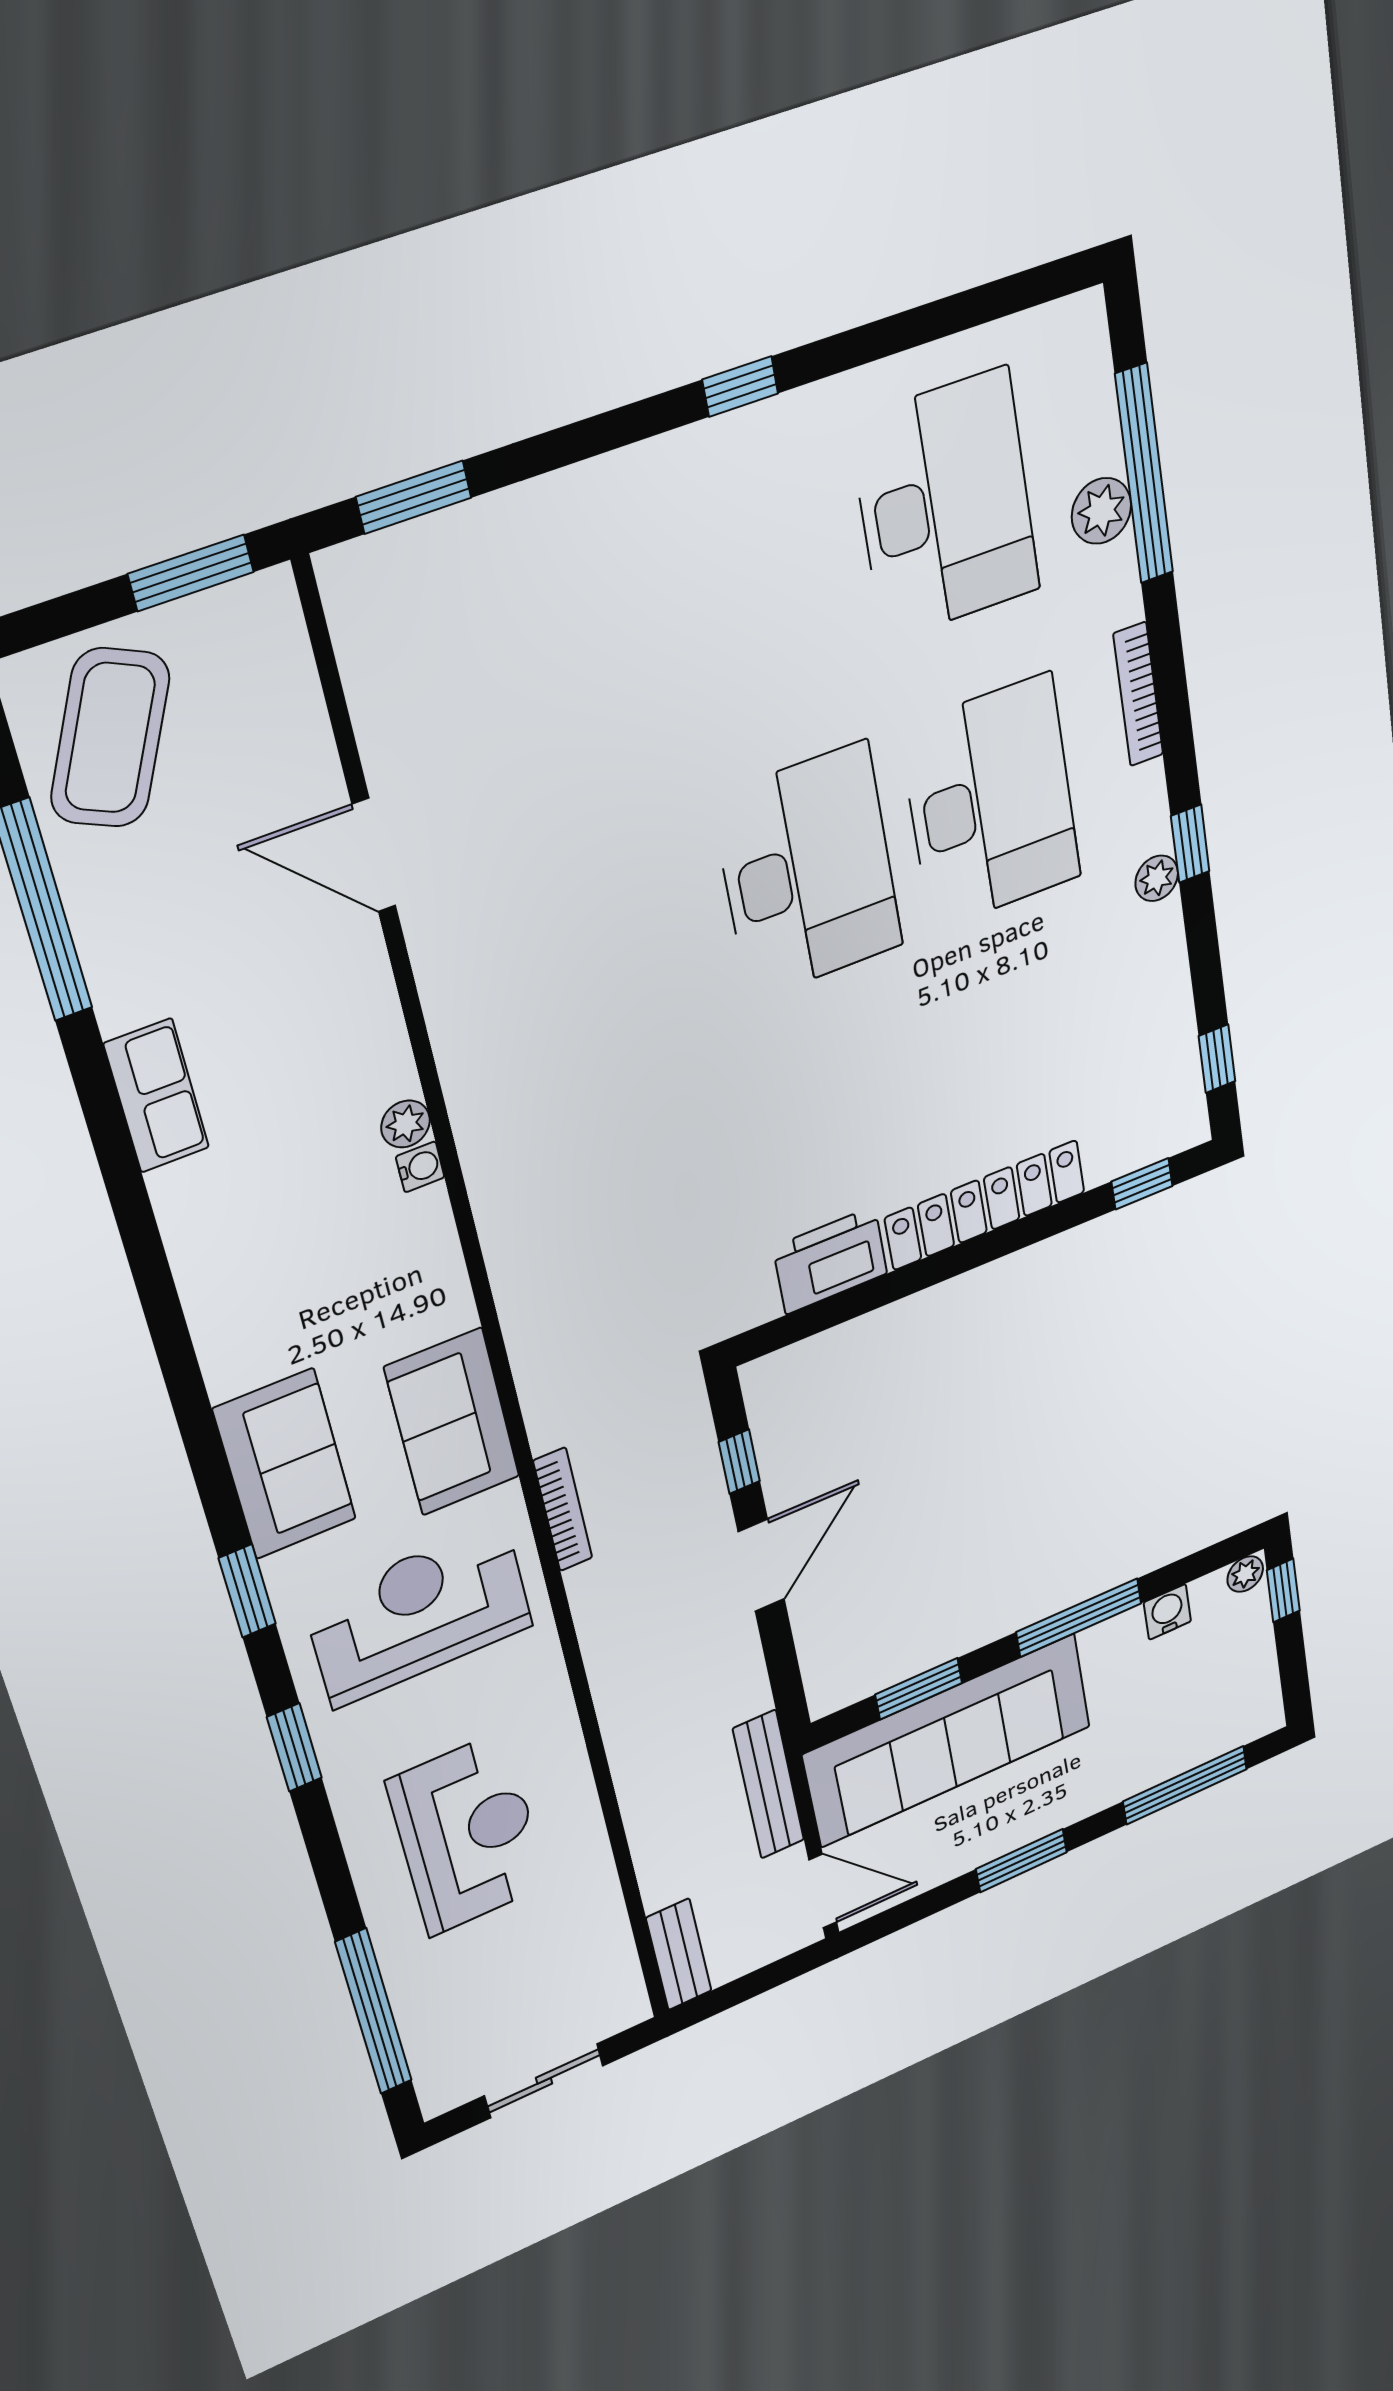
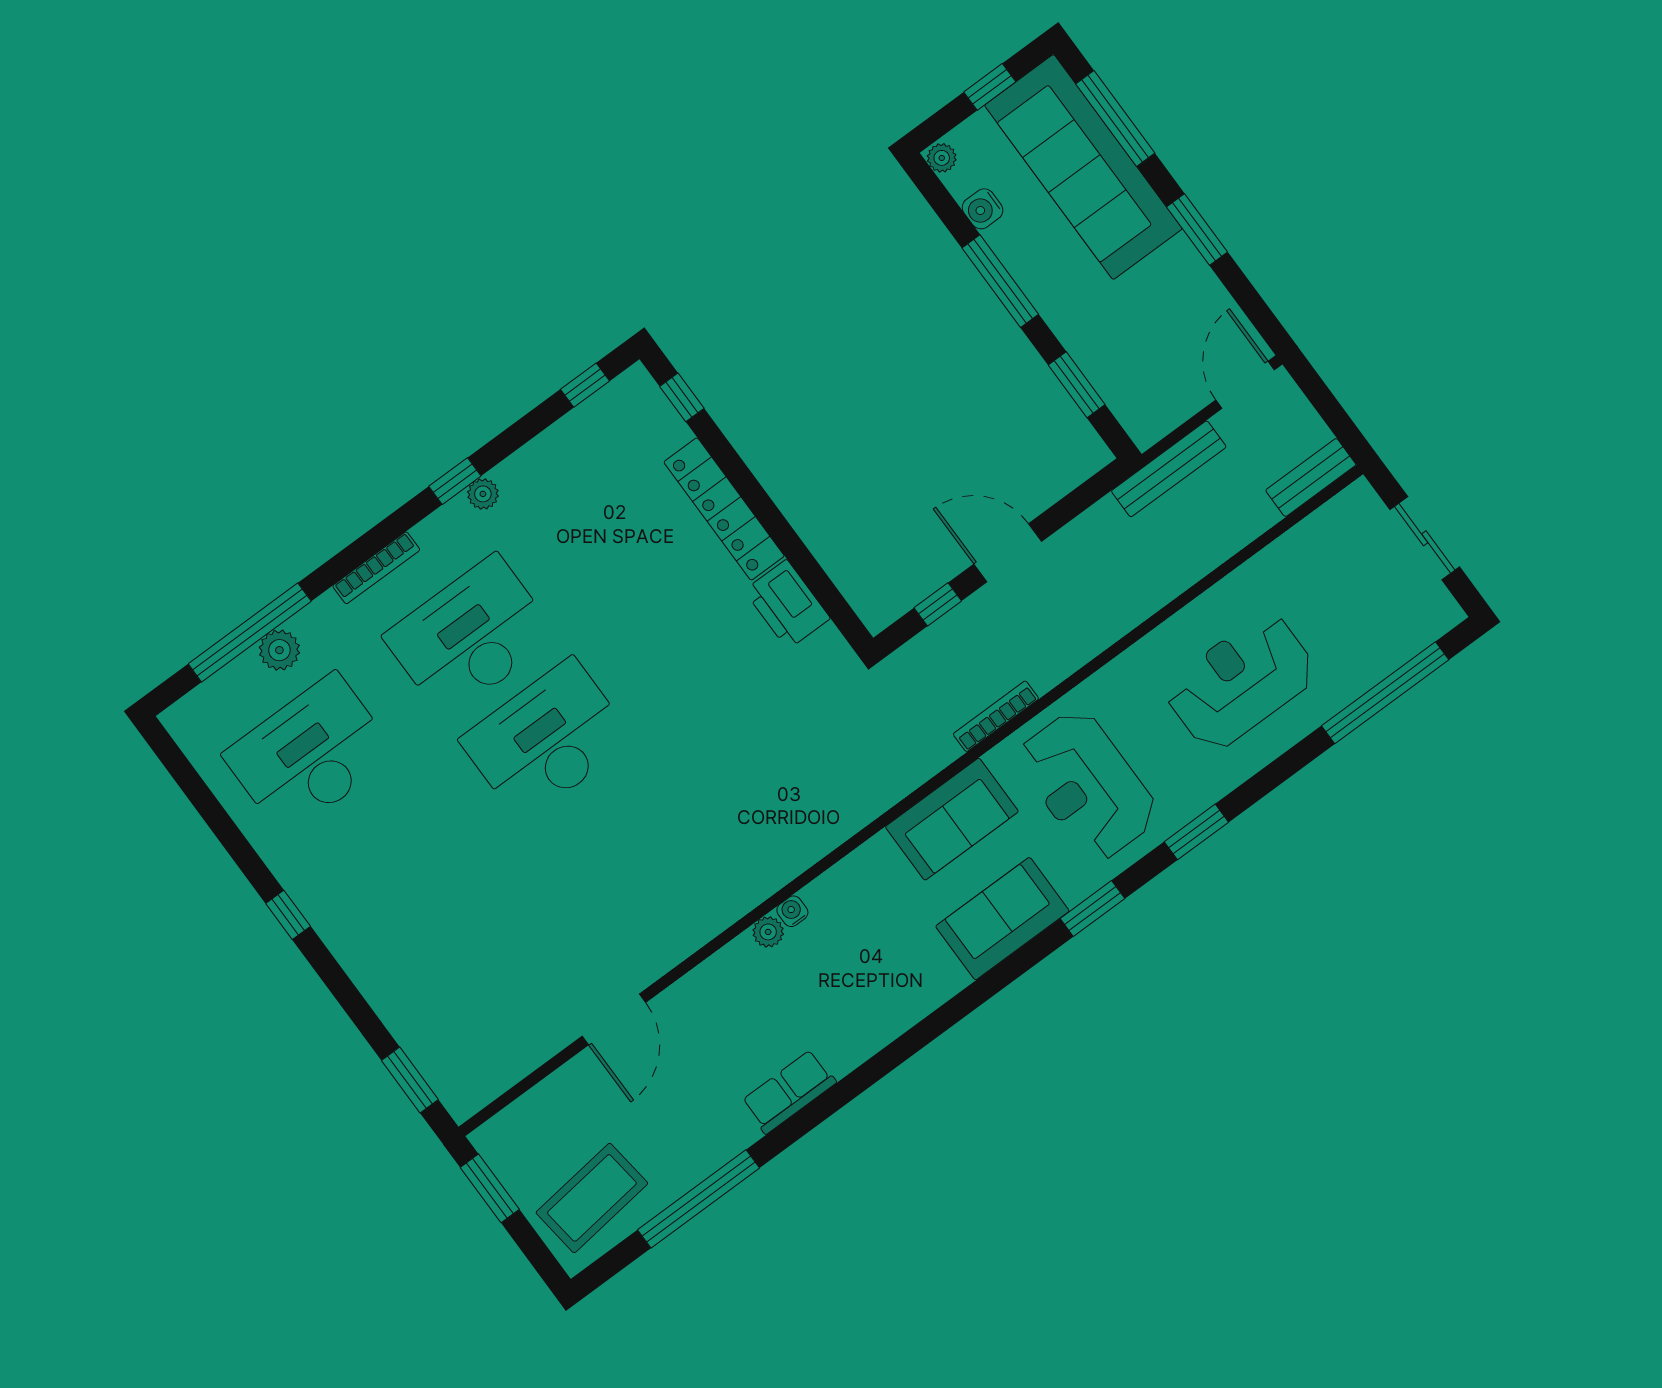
coffee table: (110, 738) -> (592, 1198), turned -32
window: (1283, 1590) -> (990, 87), moved
sofa: (948, 1740) -> (1083, 167), moved, turned 180

